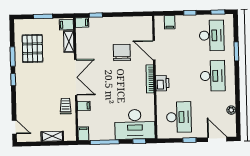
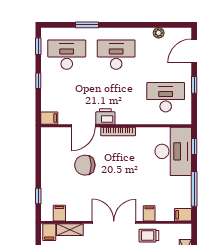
filing cabinet: (82, 22) -> (59, 213), moved
filing cabinet: (170, 22) -> (49, 118), moved
printer: (162, 83) -> (105, 116), moved

